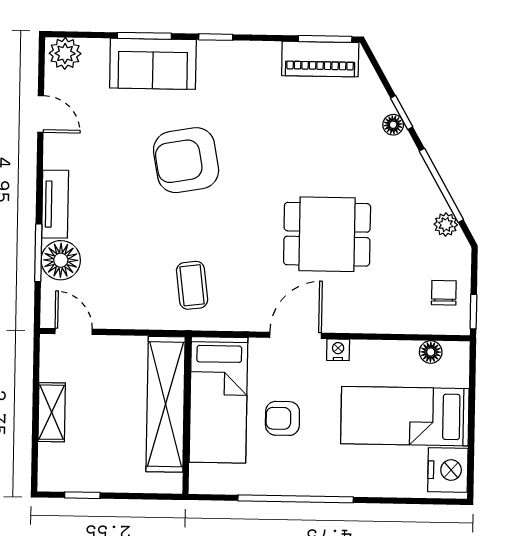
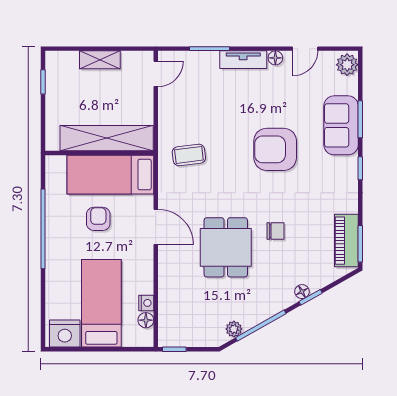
armchair: (186, 160) -> (275, 149), turned -80
floor lamp: (61, 260) -> (275, 58), moved, width x0.53, depth x0.53
chair: (444, 293) -> (275, 231), moved
nightstand: (338, 350) -> (146, 303), moved

